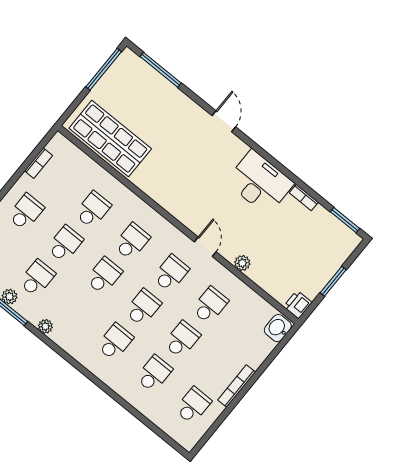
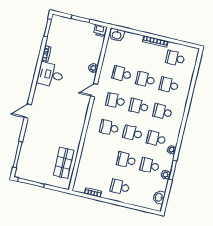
shop shelf: (110, 139) -> (64, 163), width x0.70, depth x0.74
desk: (260, 182) -> (50, 75), width x0.73
school desk: (93, 210) -> (156, 139), moved

